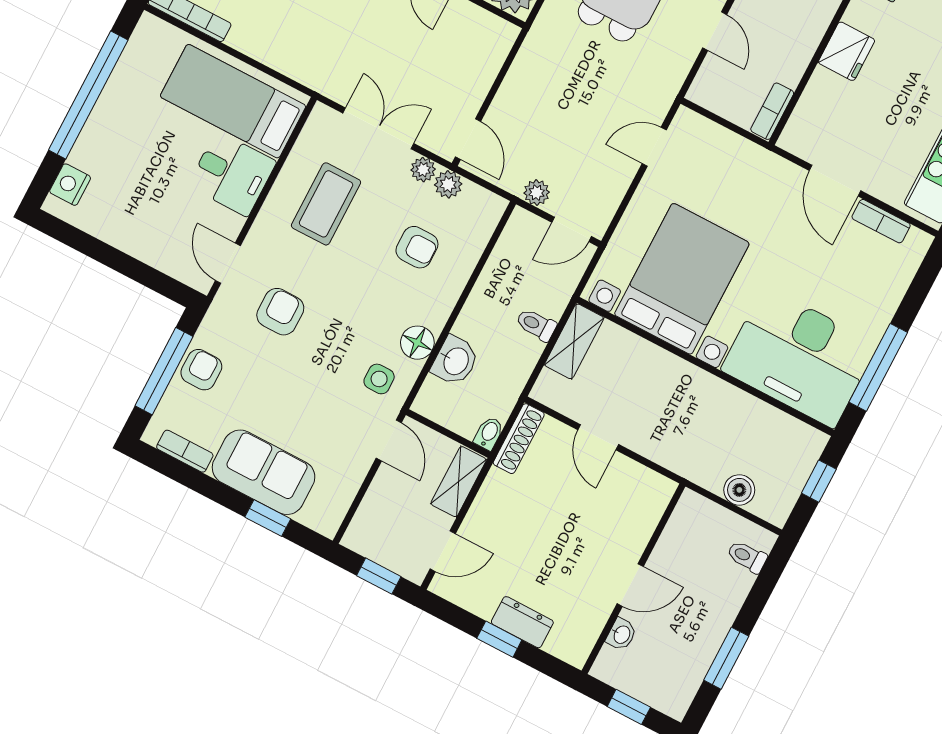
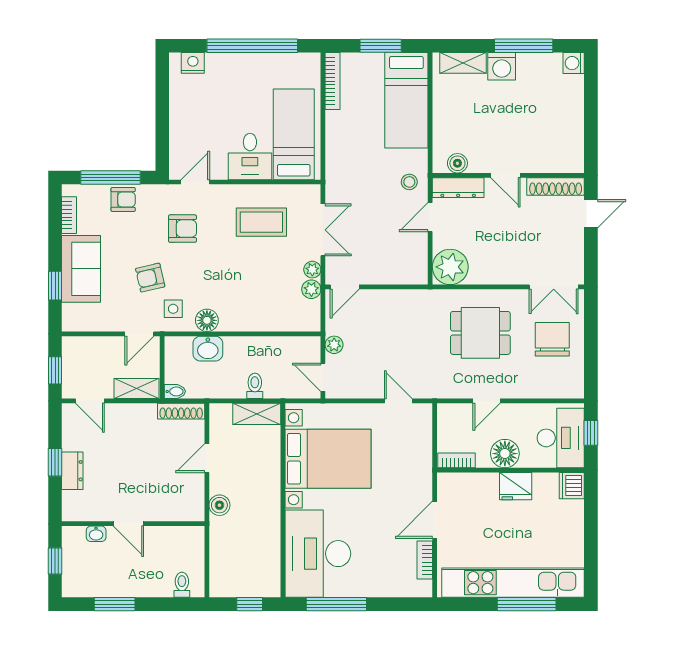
floor lamp: (796, 43) -> (505, 454), added
armchair: (417, 247) -> (150, 278), moved, turned 77
boiler: (739, 490) -> (219, 505), moved

